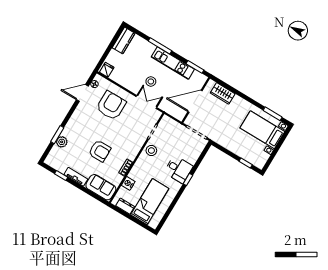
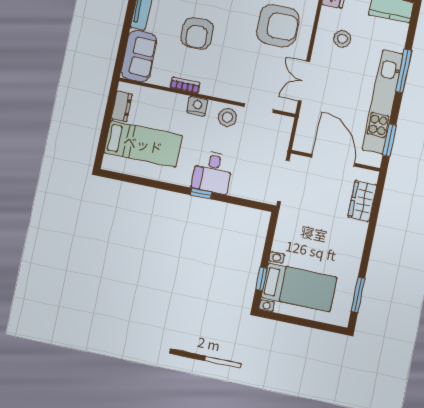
kitchen unit: (173, 63) -> (383, 102), width x1.36
stool: (151, 81) -> (342, 39), moved
double door: (146, 102) -> (304, 81), swing flipped
bed with nightstands: (262, 130) -> (299, 287), moved, turned 90
nightstand: (128, 183) -> (197, 106), moved

